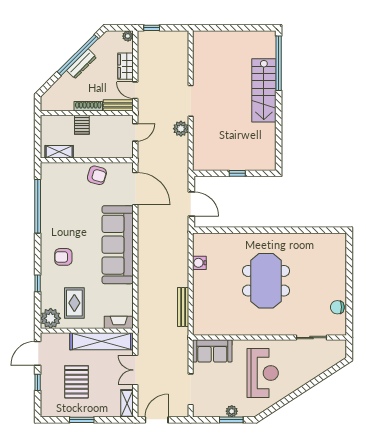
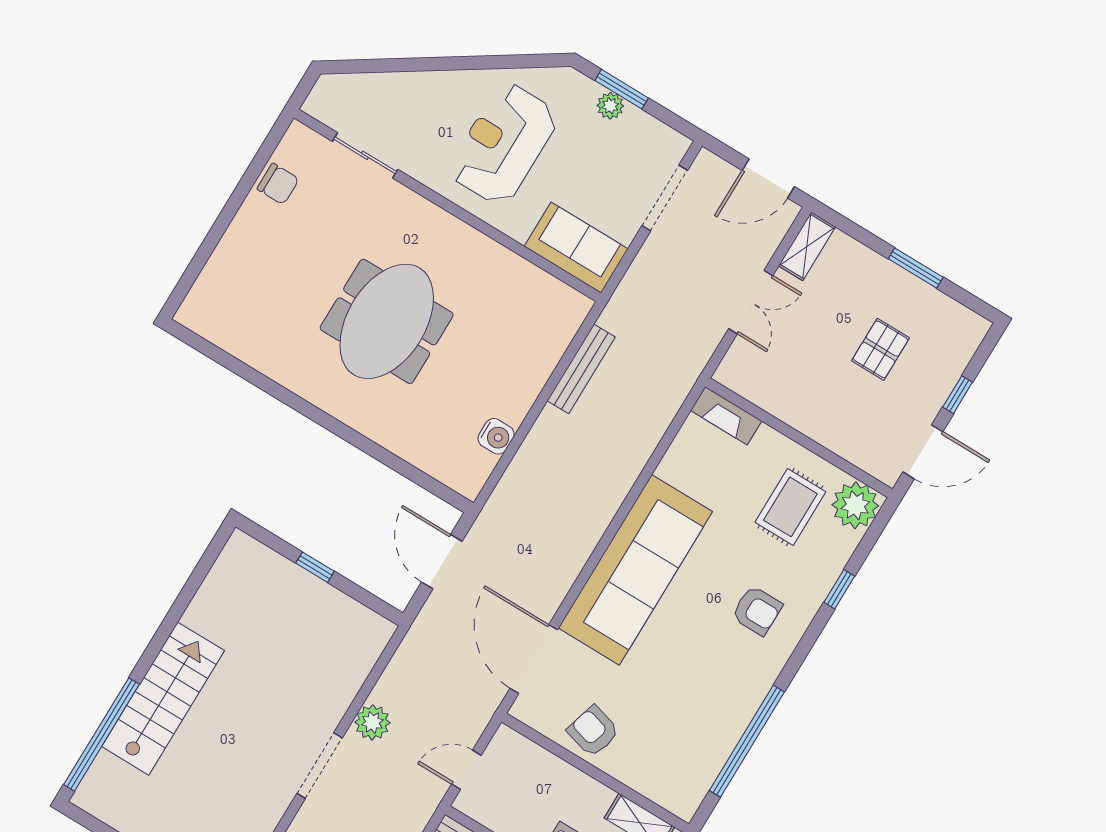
shelving: (102, 341) -> (783, 399), removed
pallet: (76, 382) -> (880, 349), width x0.67, depth x0.71

